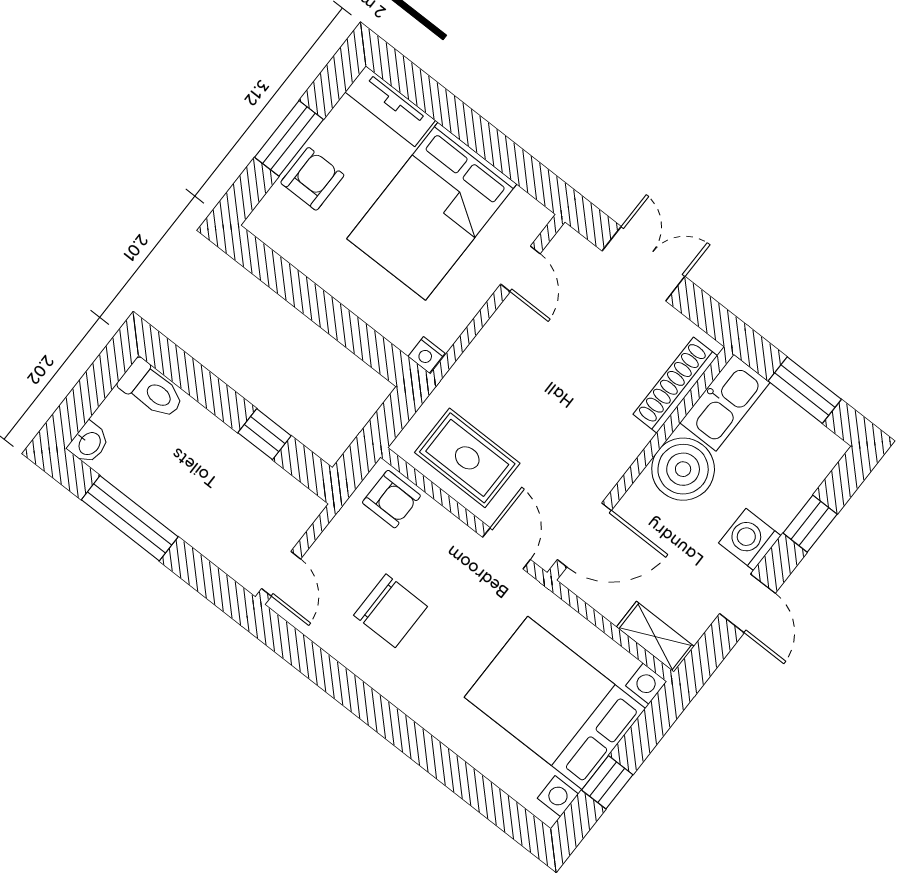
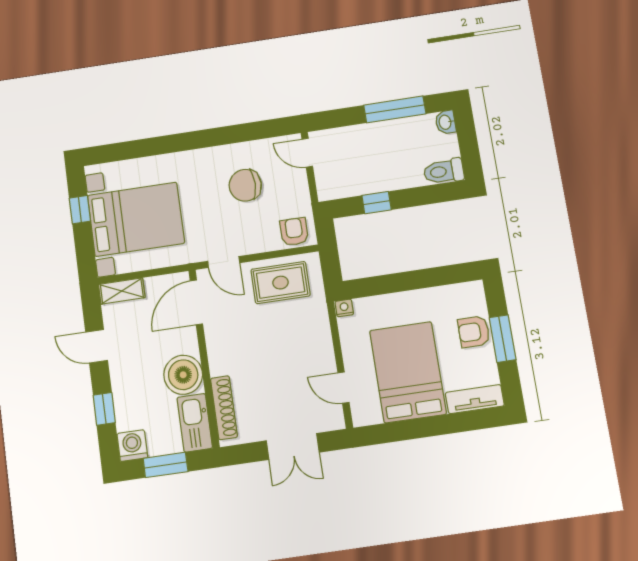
armchair: (312, 179) -> (474, 332), turned 90
armchair: (391, 499) -> (294, 232), turned 90
washing machine: (750, 539) -> (132, 446), moved, turned -90

